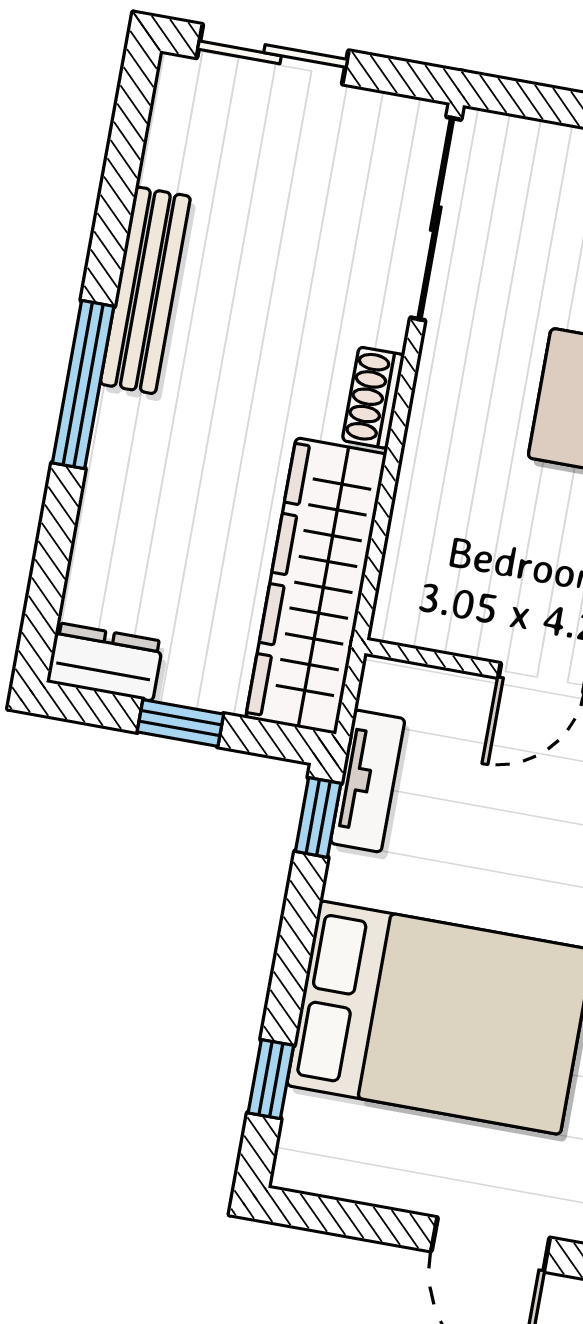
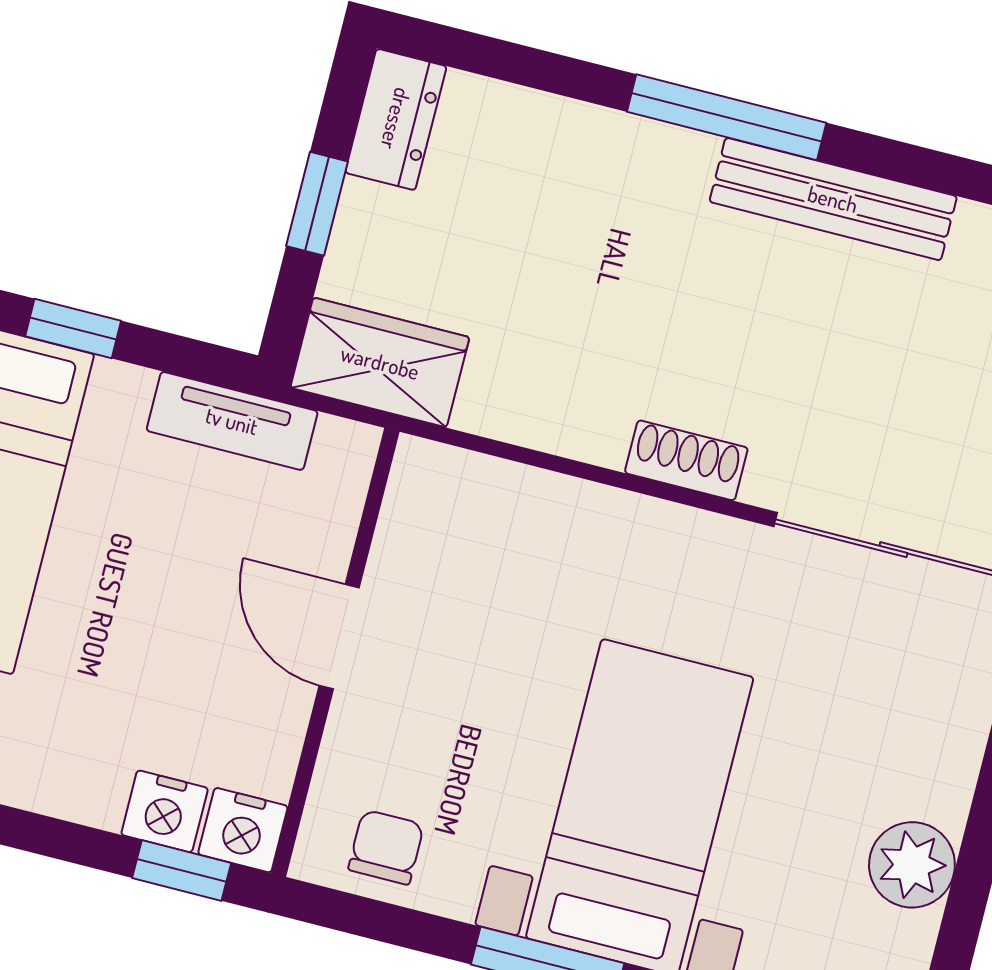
wardrobe: (316, 586) -> (380, 362), width x0.48, depth x0.85
window: (318, 817) -> (73, 328), moved

